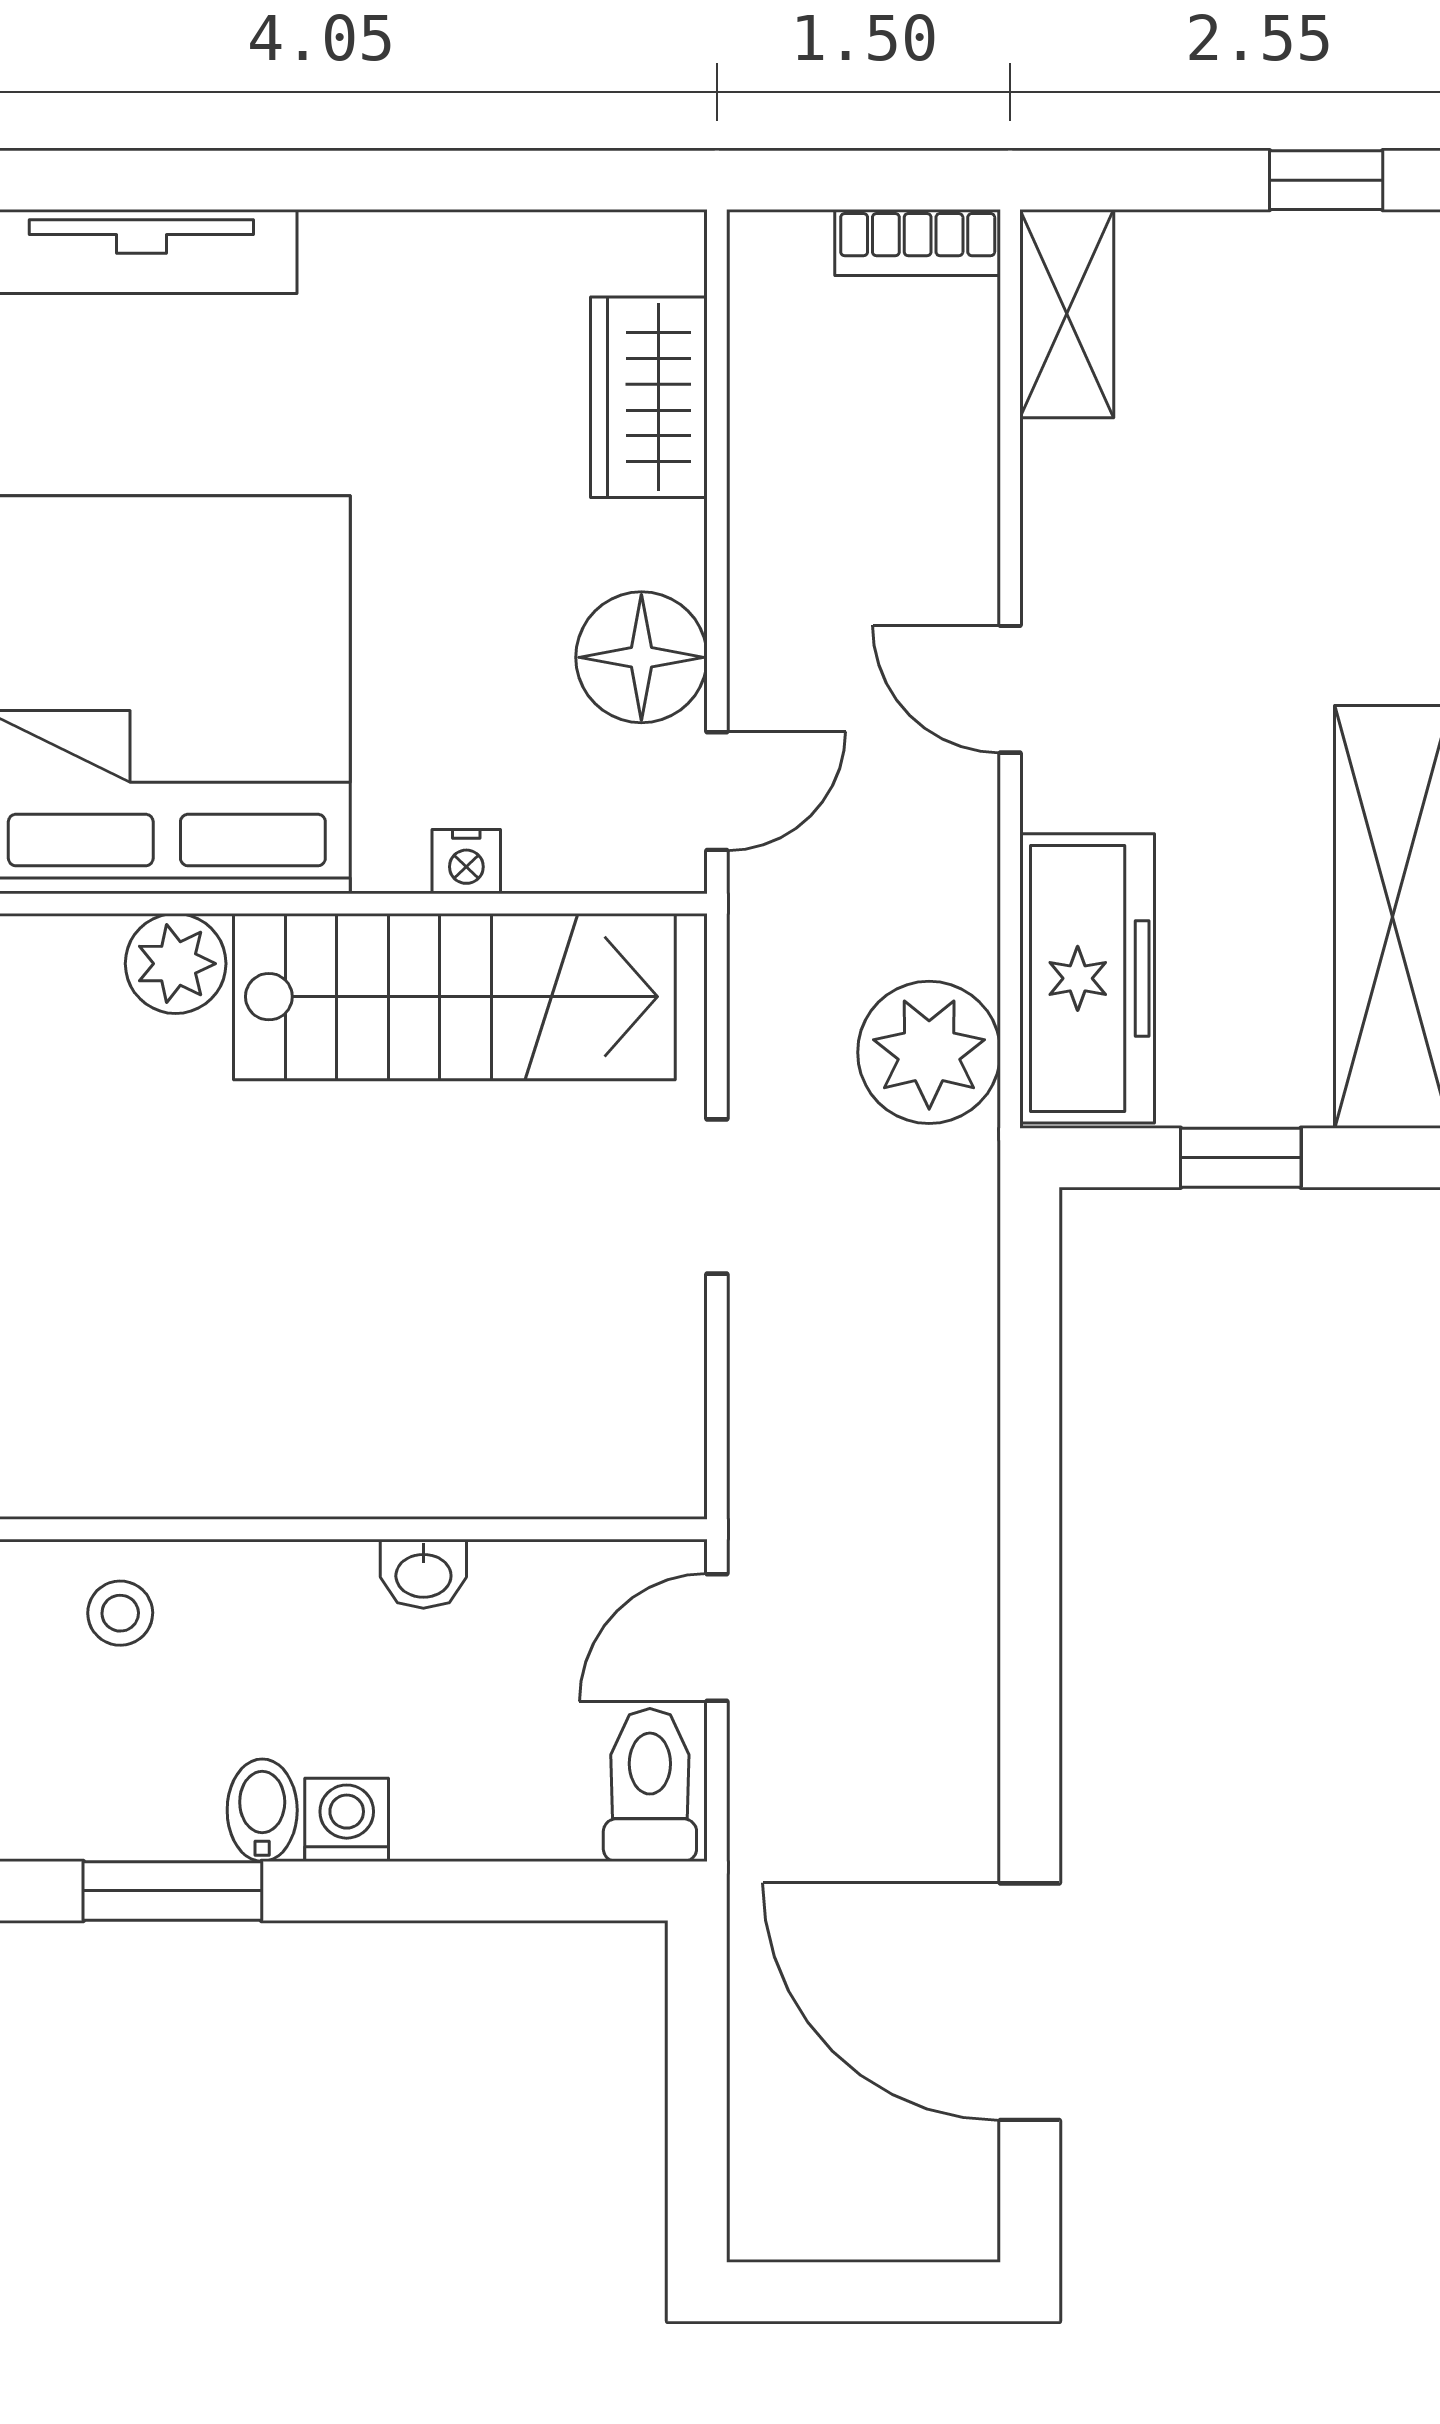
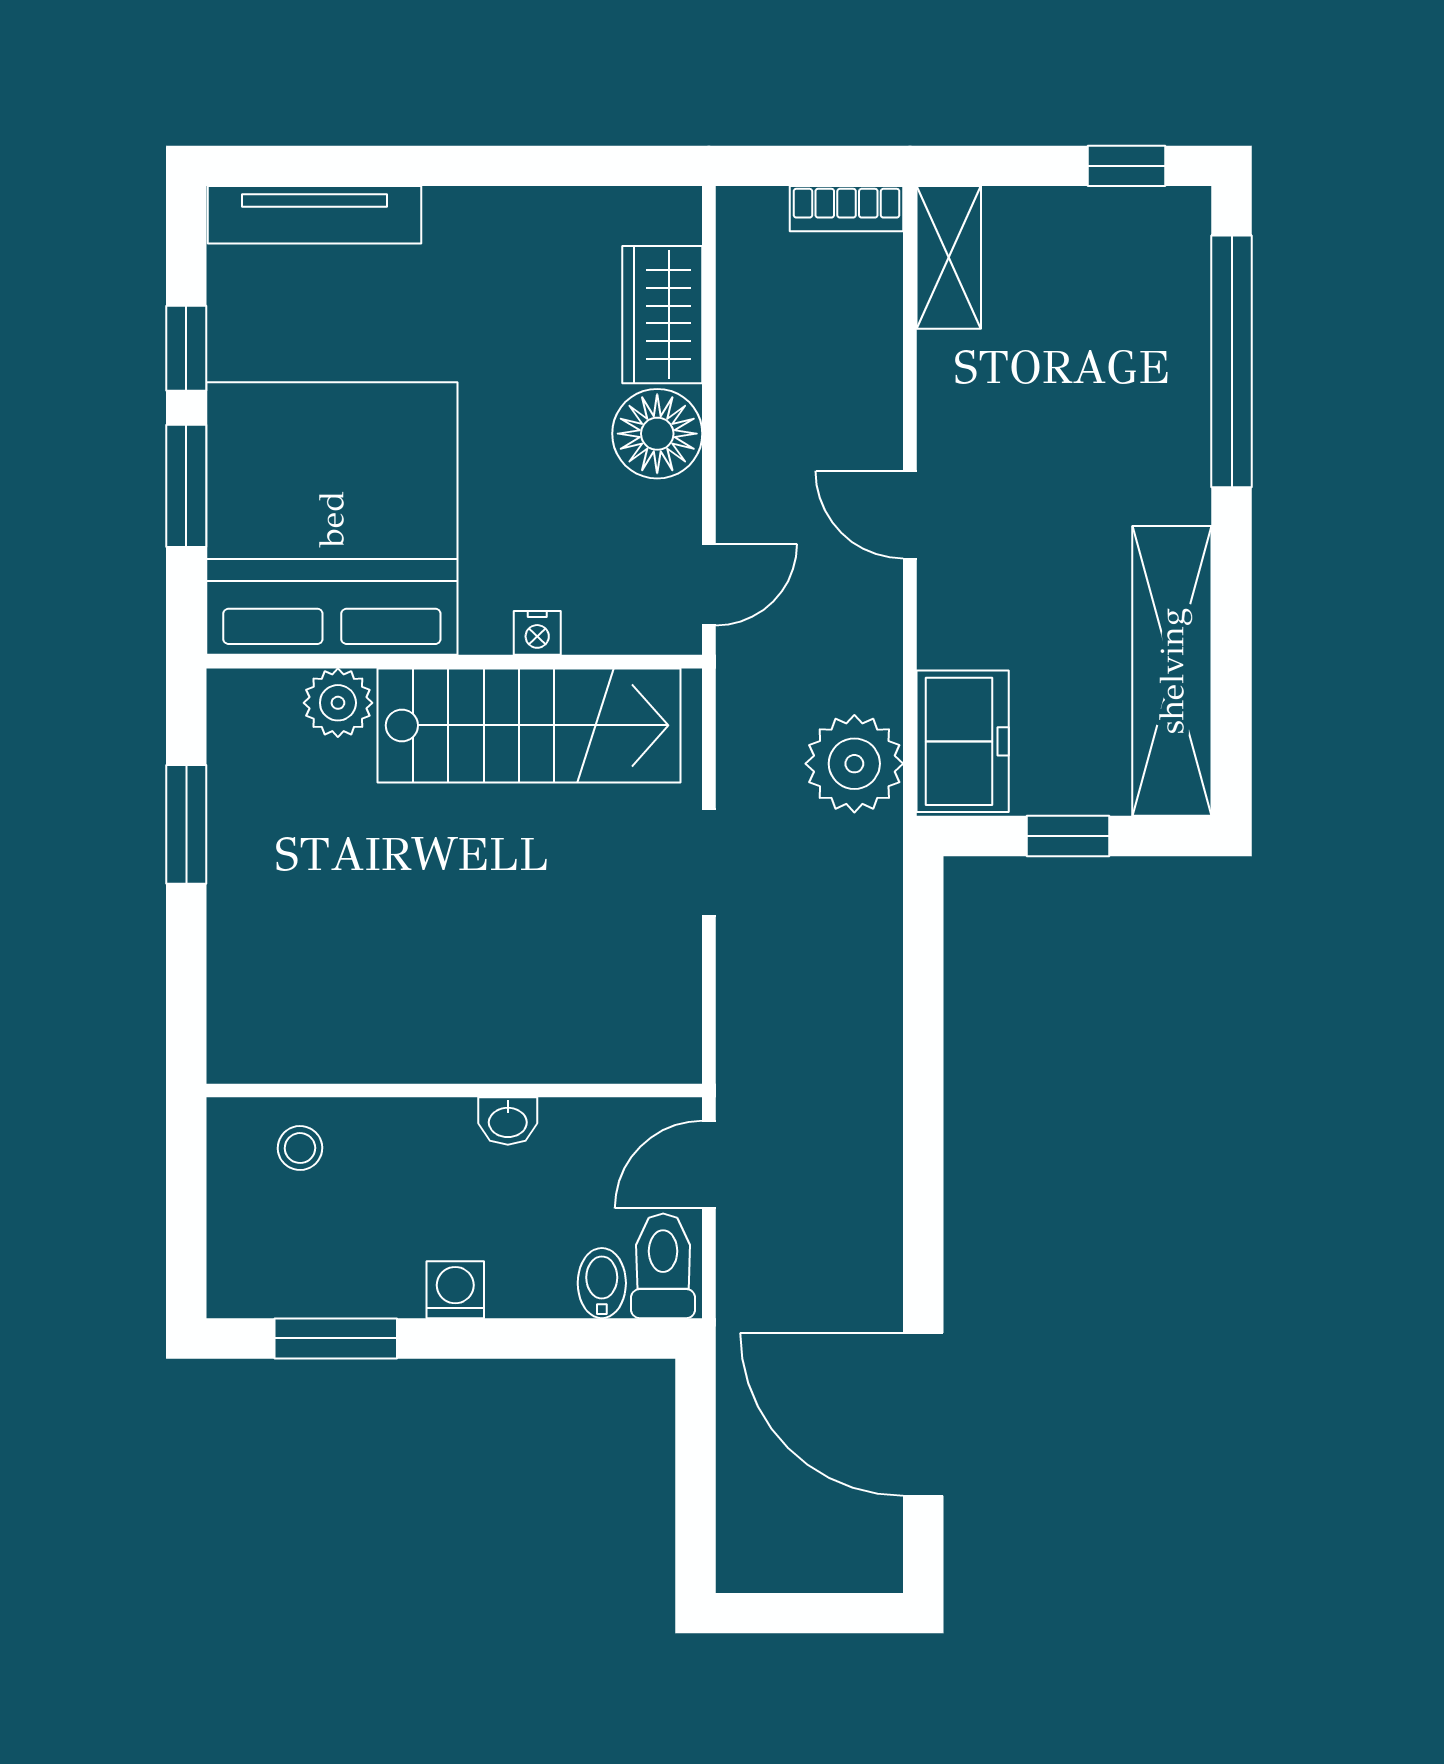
floor lamp: (641, 657) -> (657, 434), moved
freezer: (1087, 978) -> (963, 741), width x0.71
bidet: (262, 1810) -> (602, 1283), moved

